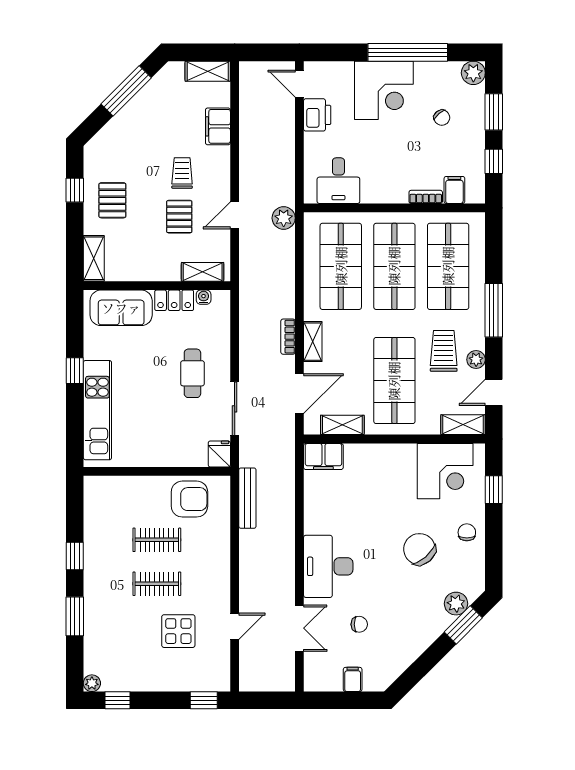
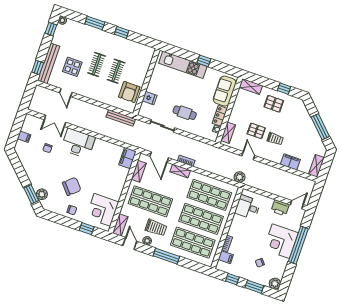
window: (408, 52) -> (298, 245), moved
fridge: (219, 454) -> (150, 98), moved
bench: (188, 681) -> (49, 63), added

